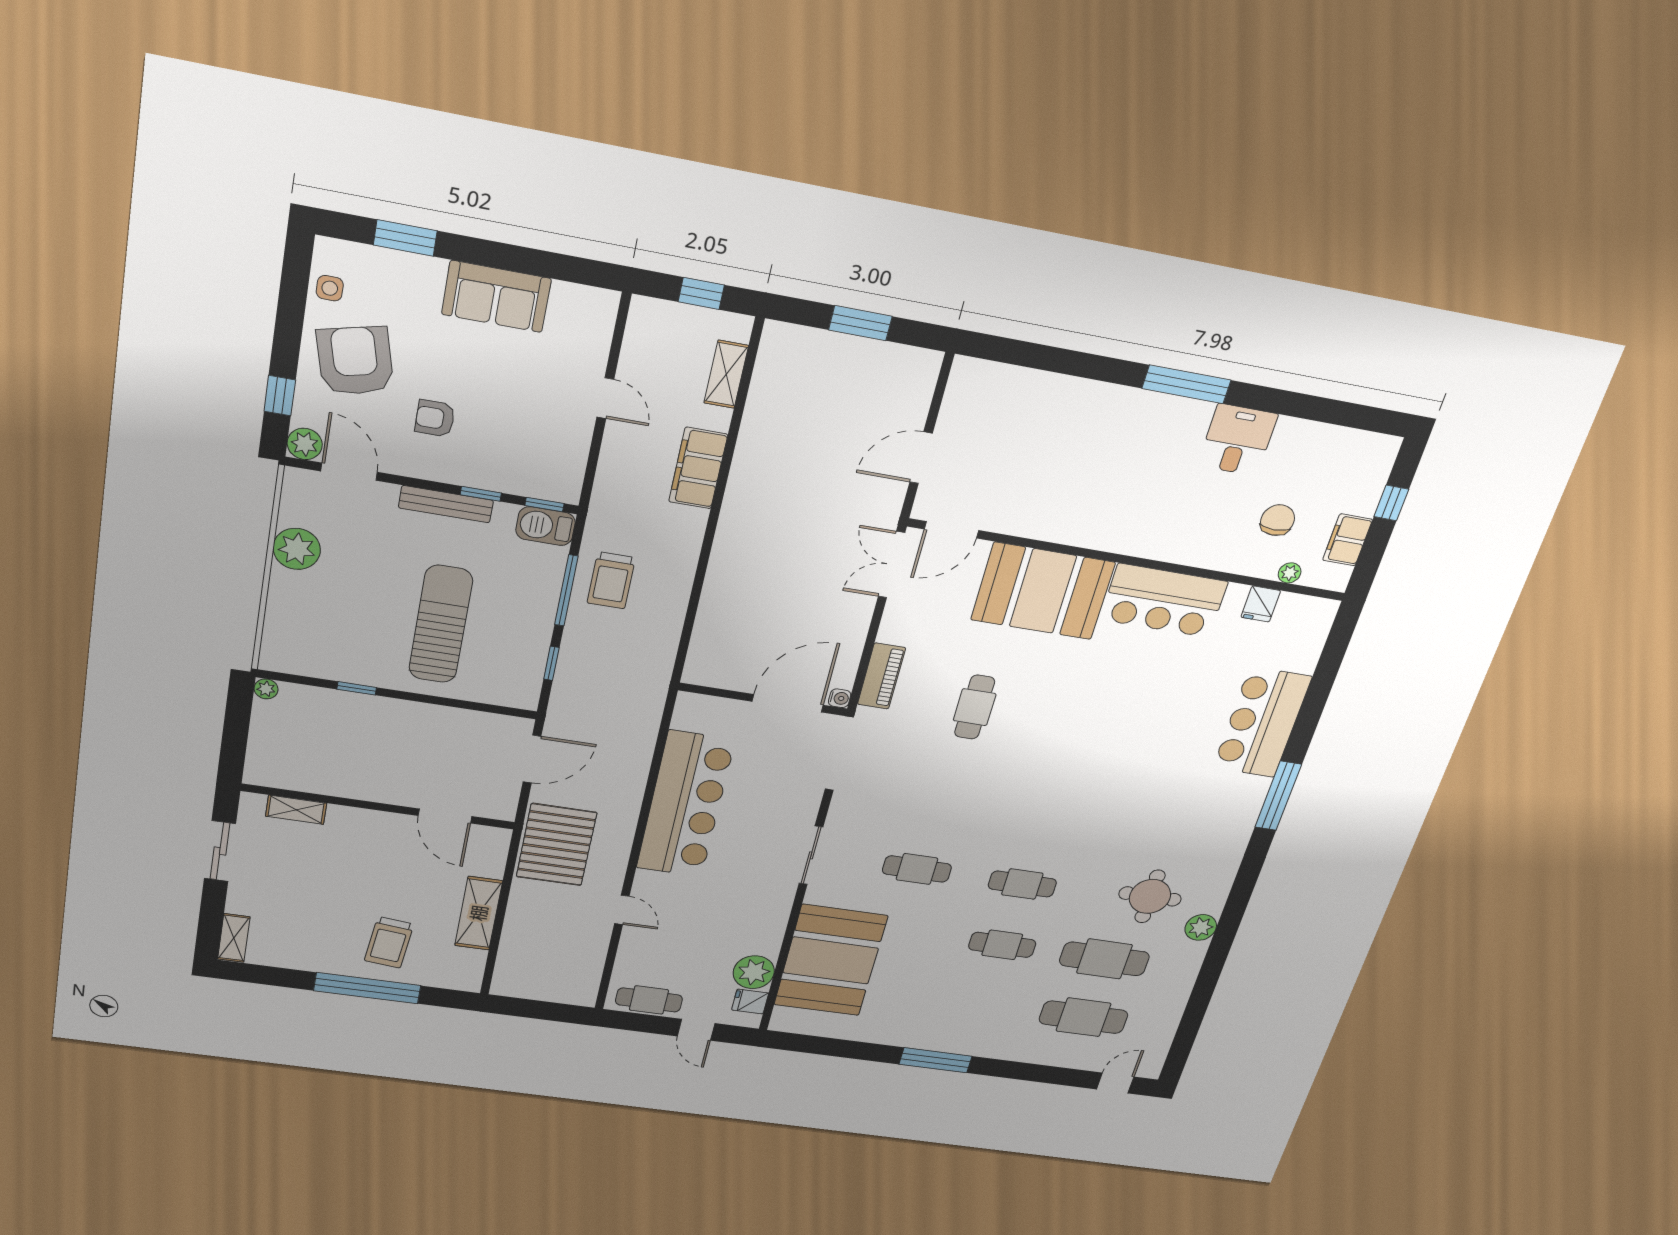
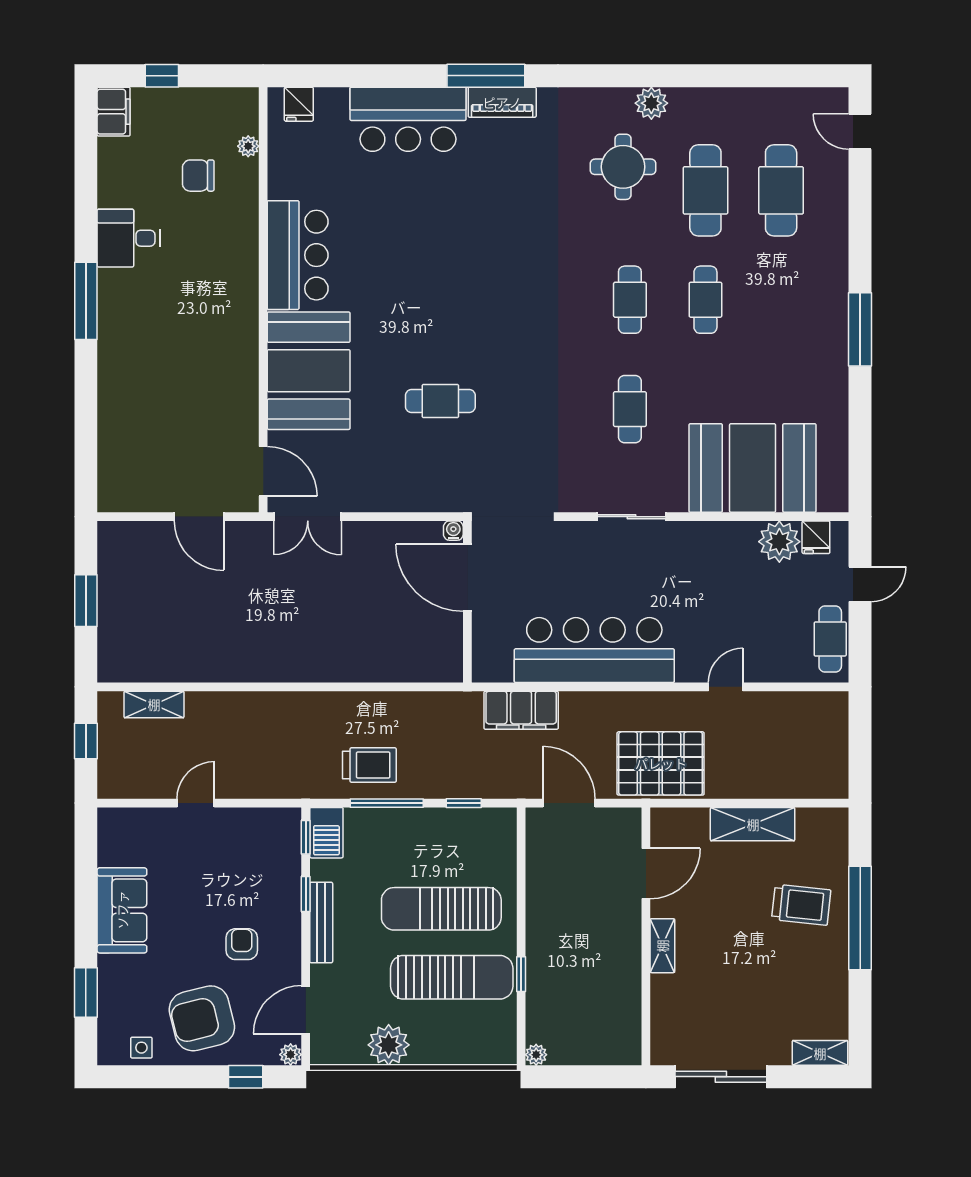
armchair: (435, 418) -> (242, 944), turned 180
plant: (305, 444) -> (291, 1055), width x0.73, depth x0.73
filing cabinet: (698, 468) -> (521, 710), moved
filing cabinet: (1348, 540) -> (114, 112), moved, turned -90
fridge: (1261, 604) -> (299, 104), moved, turned 90
sun lounger: (363, 622) -> (452, 977), added
piano: (881, 676) -> (502, 102), moved, turned 180
shelving: (296, 810) -> (662, 946), moved
sliding door: (220, 851) -> (721, 1077), width x1.37

